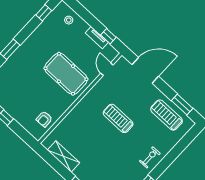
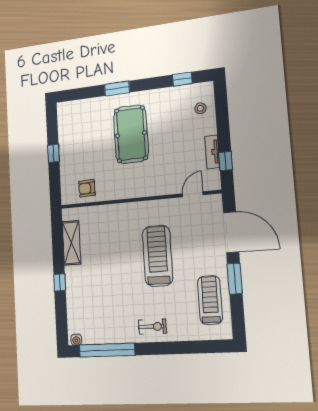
pool table: (66, 74) -> (131, 134), moved
window: (182, 105) -> (235, 279), moved
treadmill: (118, 118) -> (157, 256), width x1.37, depth x1.38

